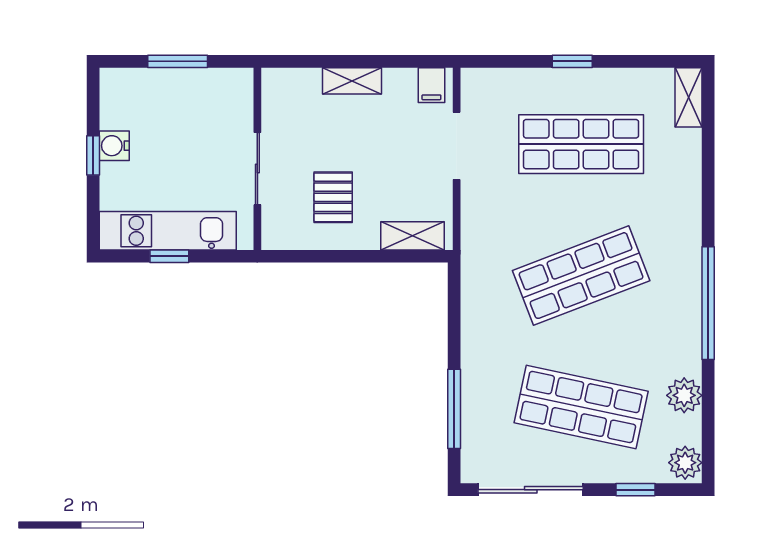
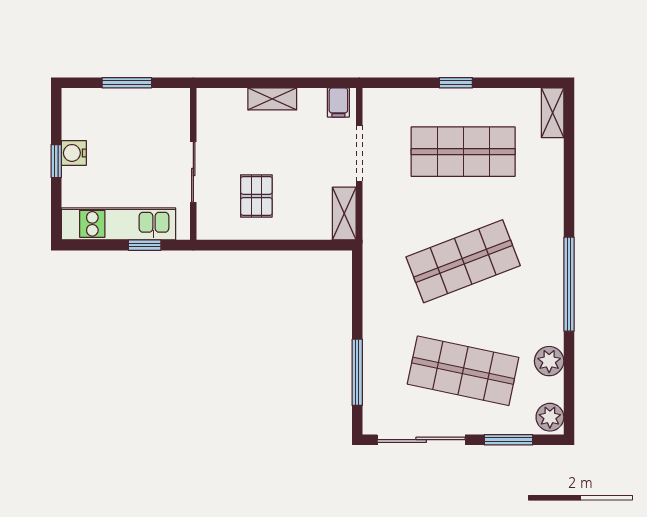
shelving: (412, 236) -> (344, 214), moved, turned 90
window: (169, 256) -> (145, 245), moved
window: (635, 490) -> (509, 440), width x1.50

